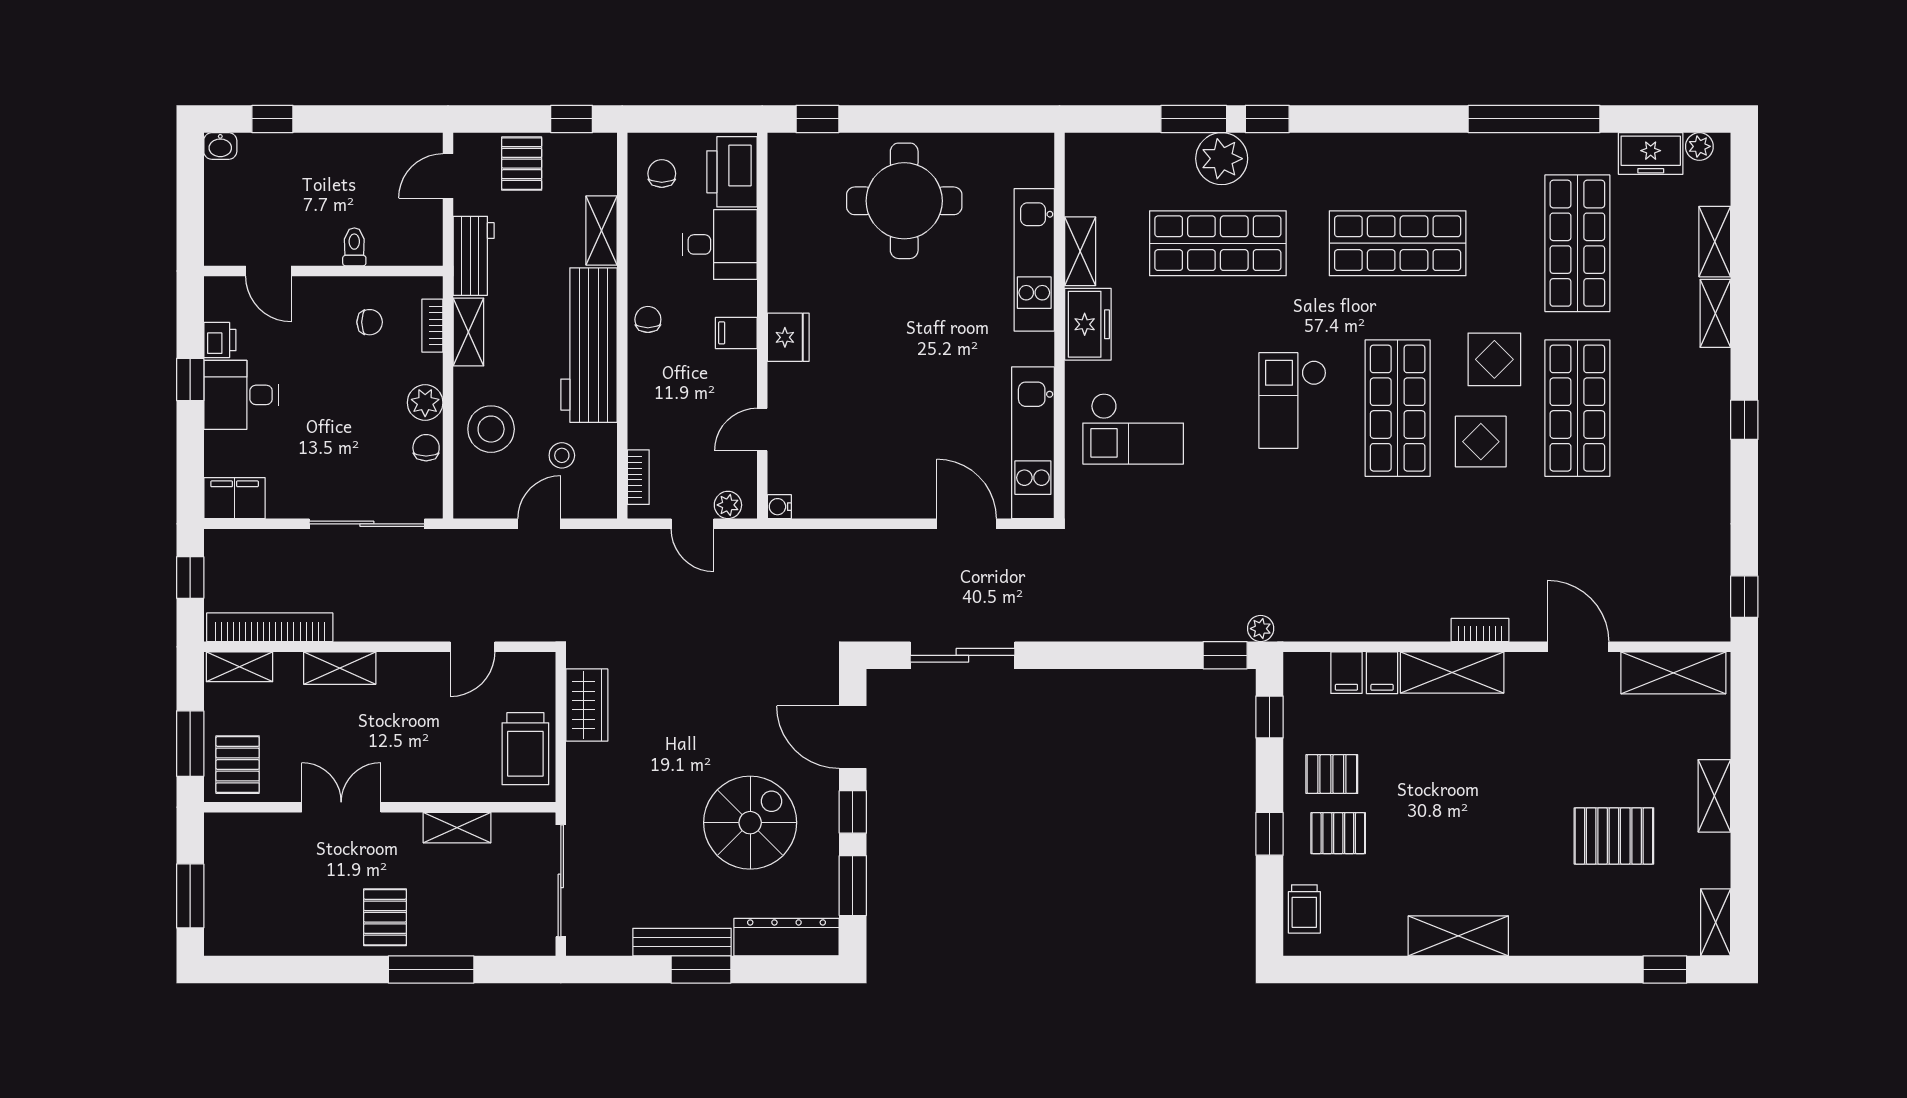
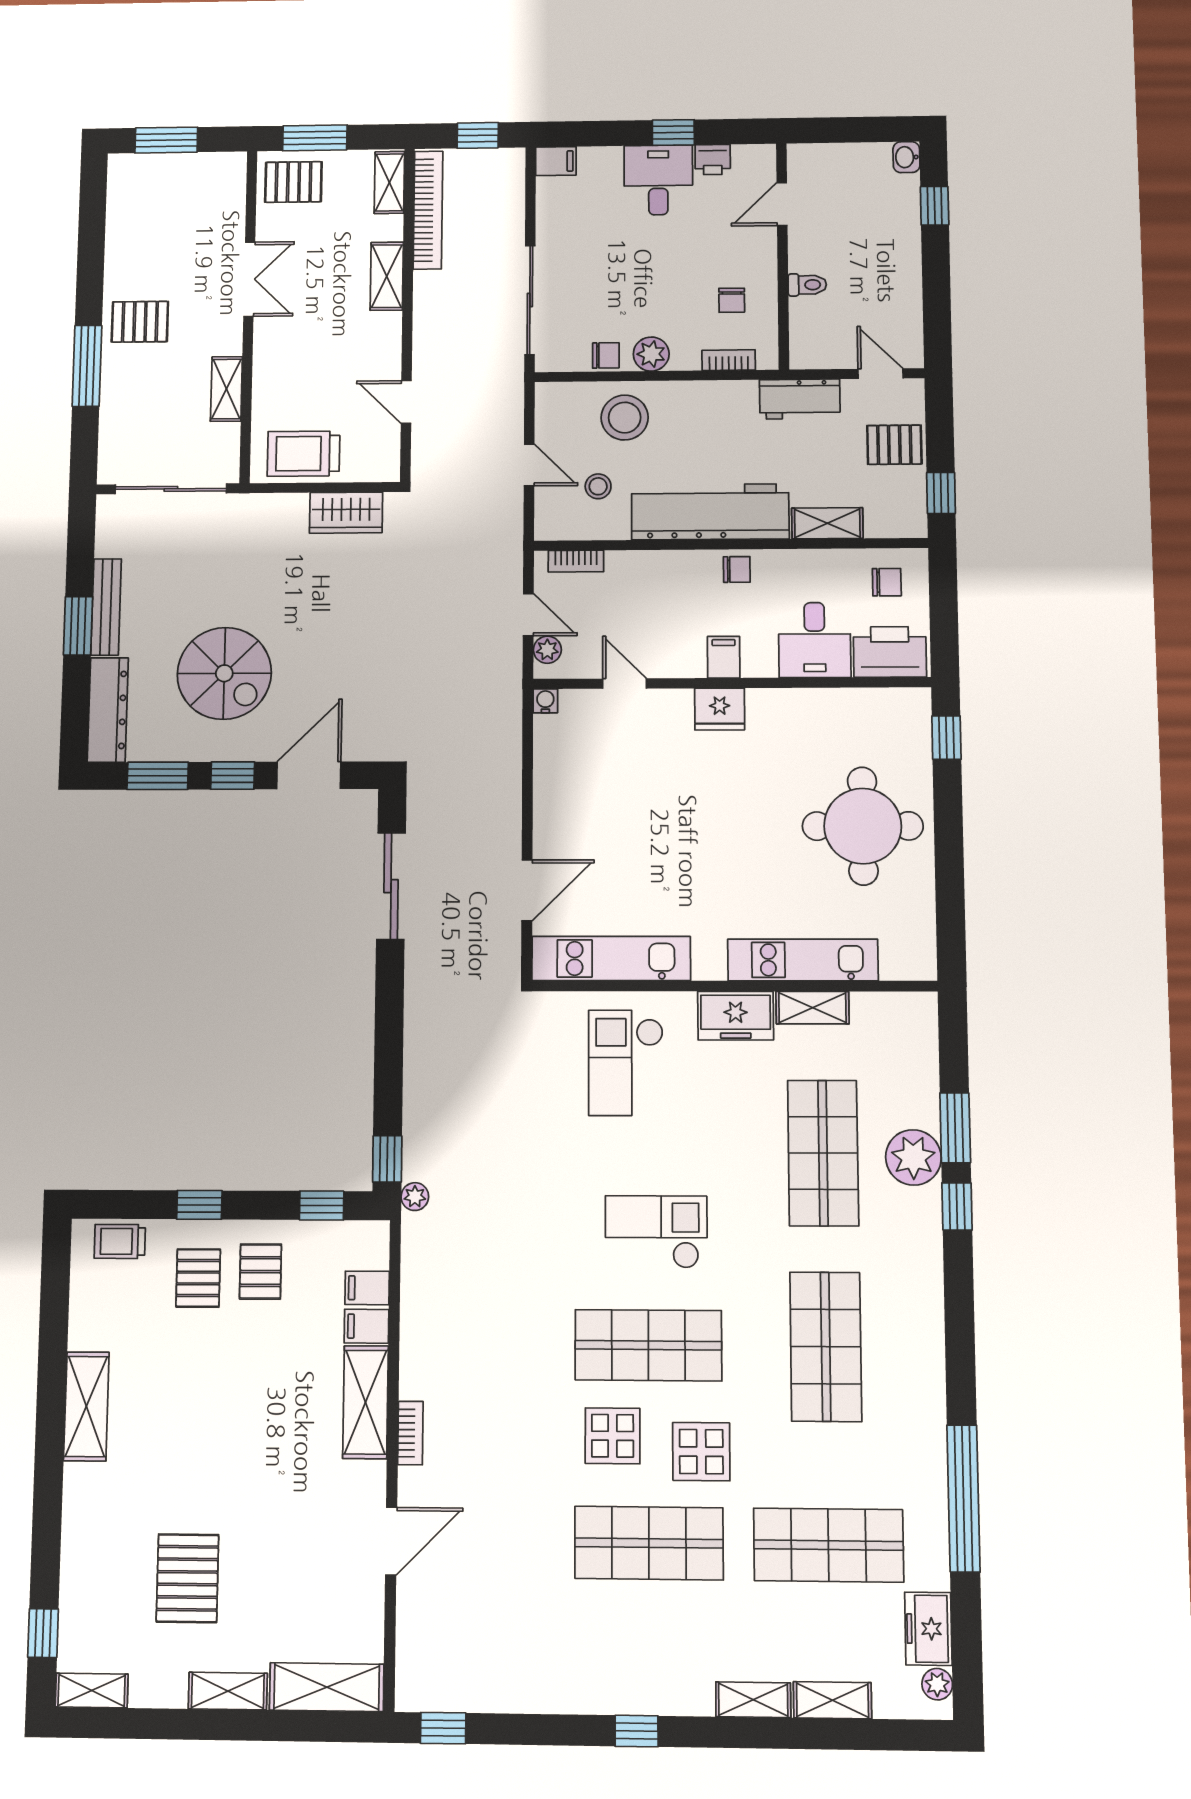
shelving: (468, 332) -> (723, 395), removed
filing cabinet: (235, 498) -> (556, 161), width x0.50
door: (693, 524) -> (528, 615), swing flipped
shelving: (1673, 673) -> (327, 1687), moved, turned 90

